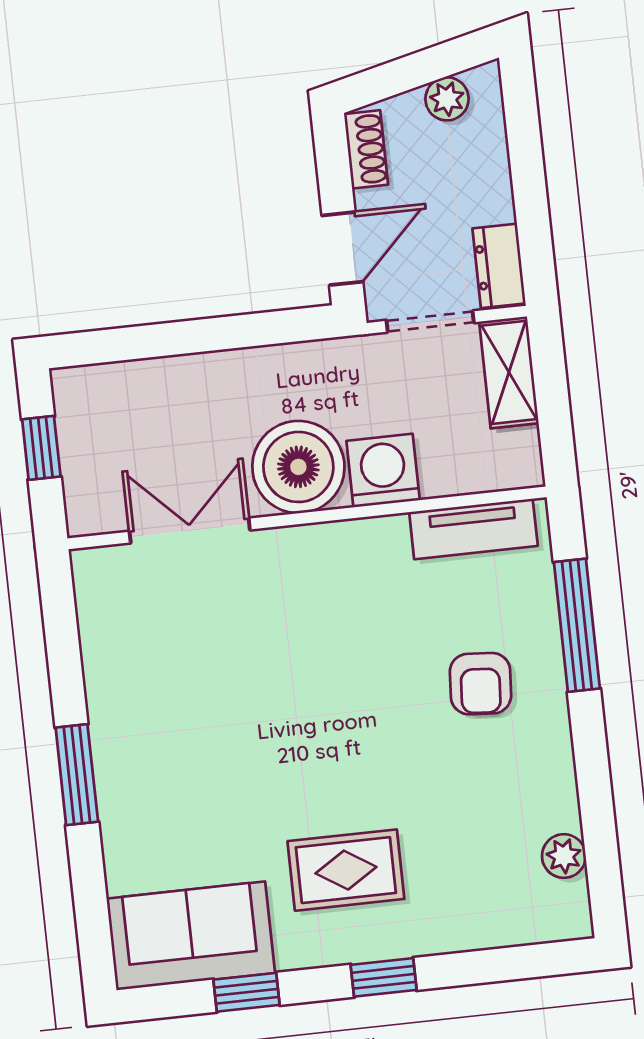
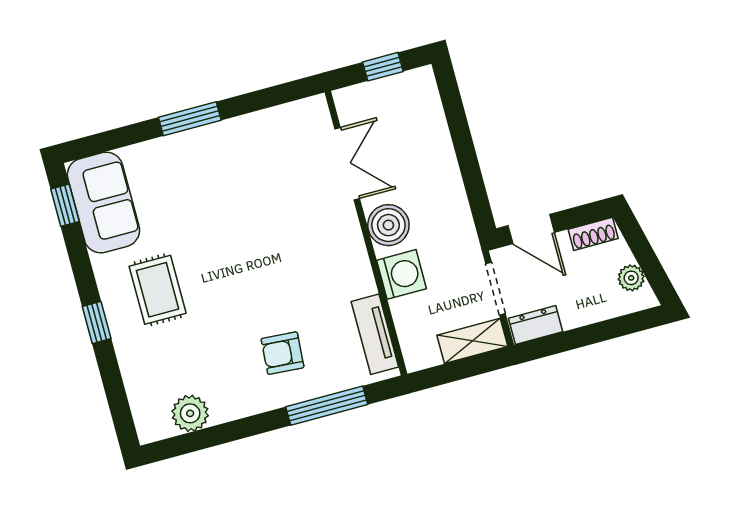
boiler: (298, 467) -> (388, 225), width x0.73, depth x0.73
plant: (564, 856) -> (190, 413), width x1.38, depth x1.38
window: (247, 992) -> (65, 205), moved

